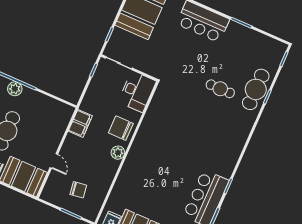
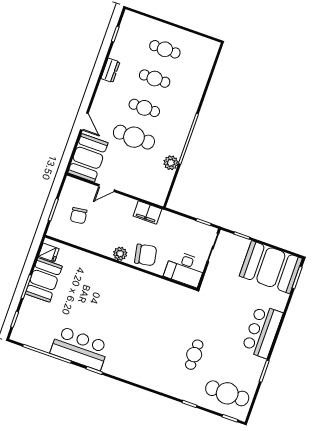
plant: (15, 89) -> (171, 163), moved
cafe table: (256, 89) -> (227, 393), moved
chair: (121, 128) -> (146, 255), turned 79

